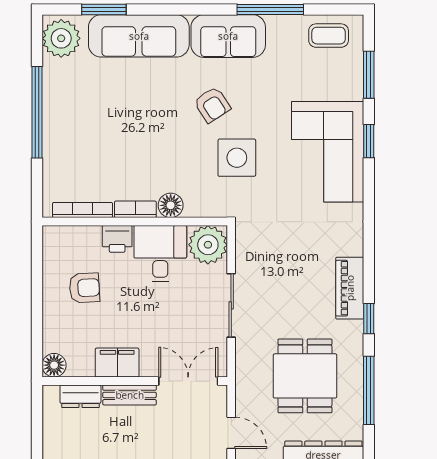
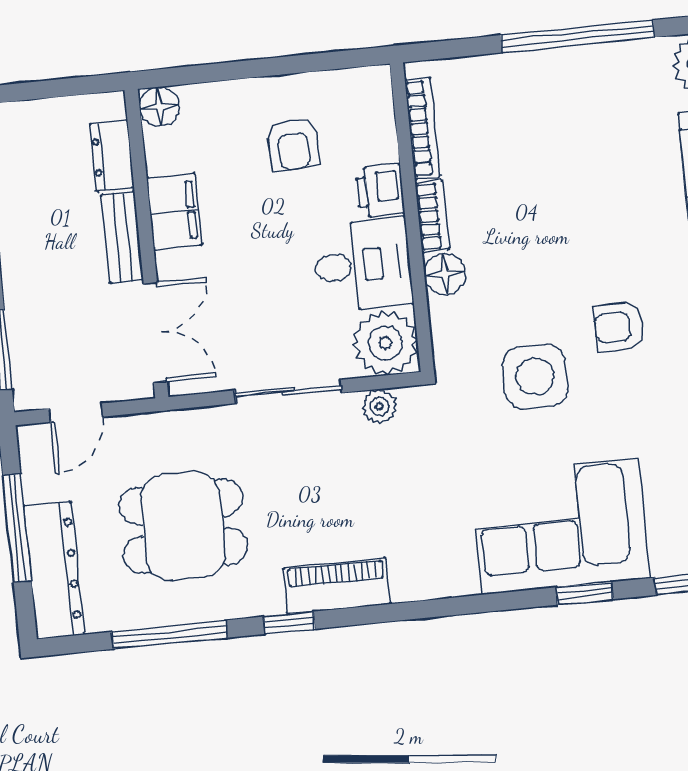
armchair: (212, 105) -> (619, 327), turned 31
plant: (245, 252) -> (379, 406), added

